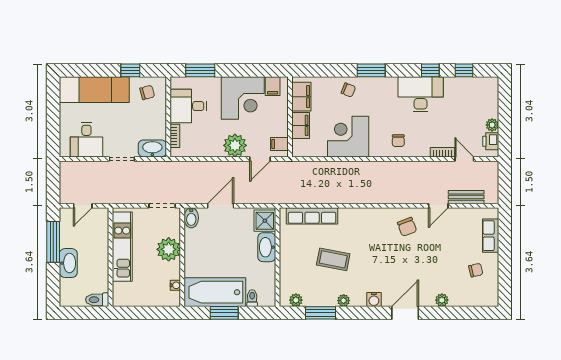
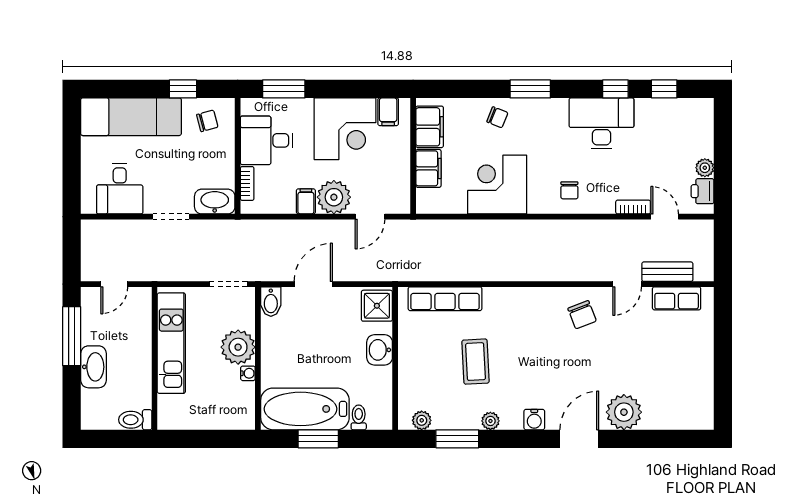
filing cabinet: (279, 144) -> (306, 201), moved, turned 90
row of seats: (491, 236) -> (677, 298), moved, turned -90
washbasin: (267, 247) -> (380, 350), width x0.72
coffee table: (333, 259) -> (476, 362), turned 76
chair: (476, 270) -> (681, 377), removed
water cooler: (175, 285) -> (248, 373), moved
plant: (442, 300) -> (624, 412), width x1.88, depth x1.88

